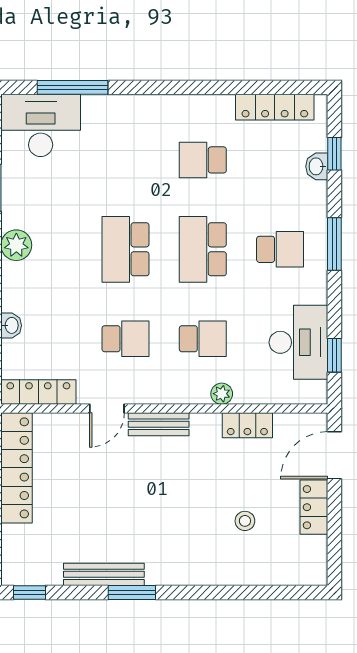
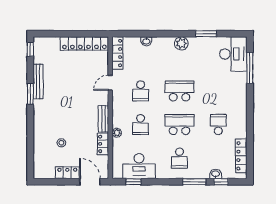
window: (334, 244) -> (194, 182), moved
door: (107, 409) -> (110, 83), hinge flipped
bench: (159, 424) -> (103, 119), moved

